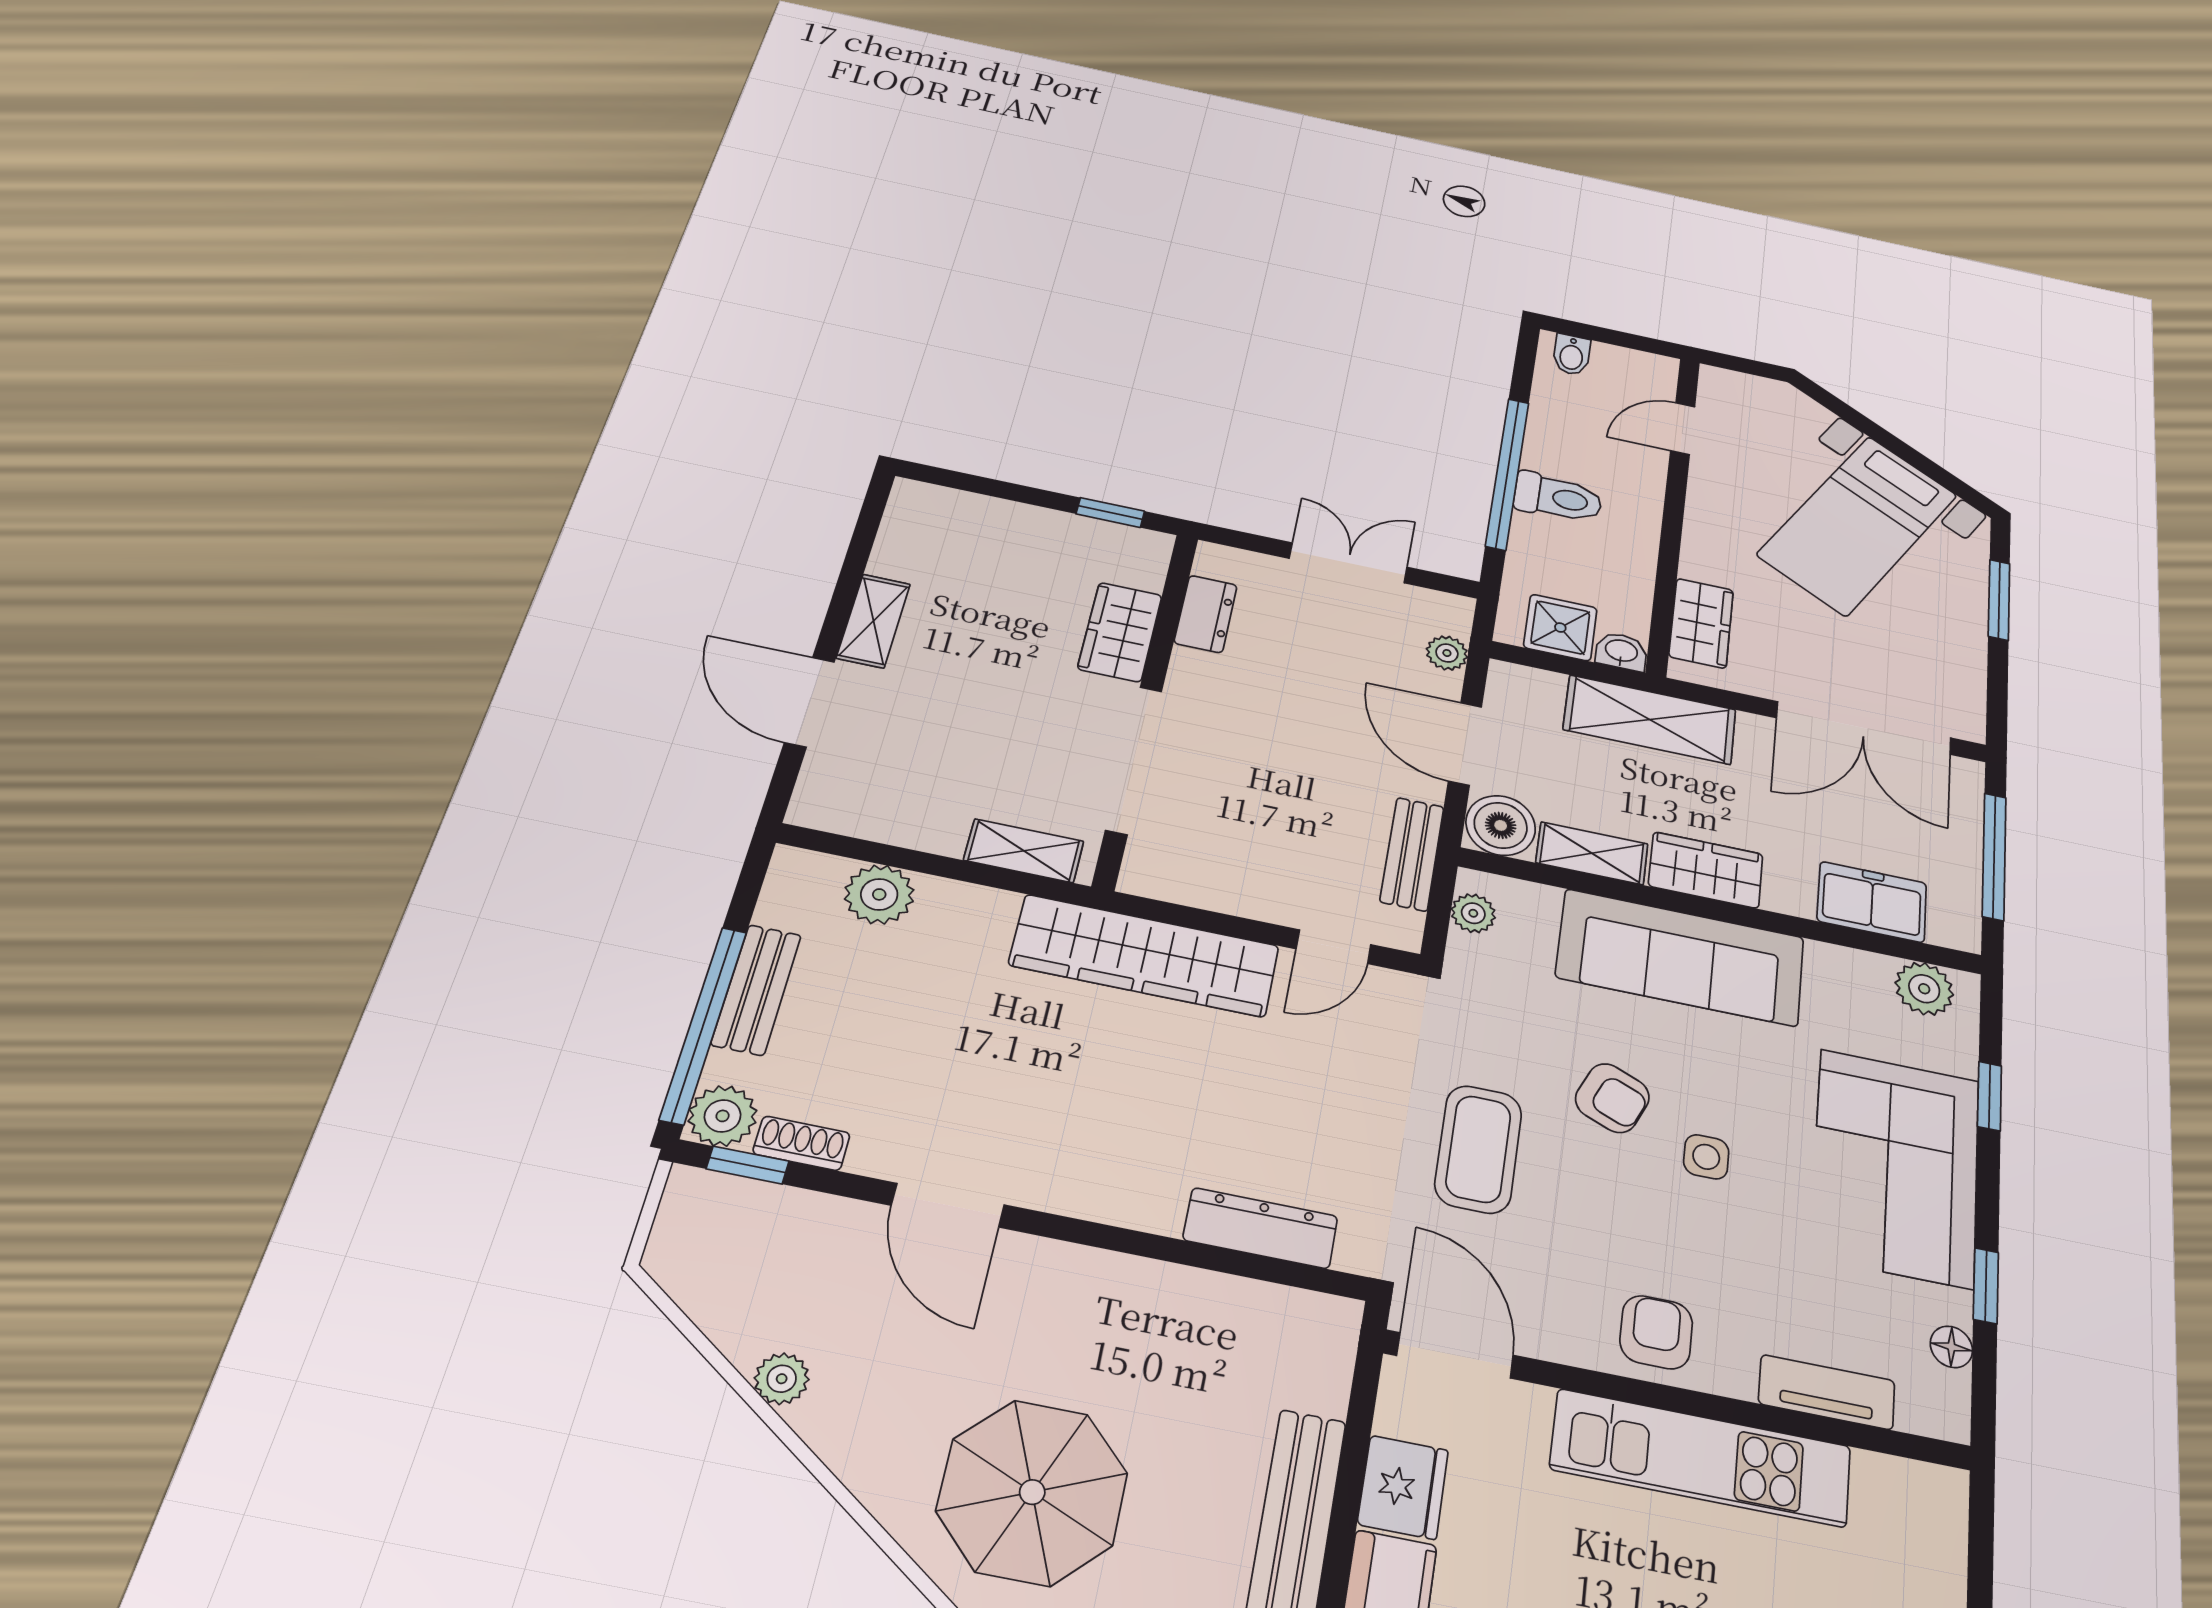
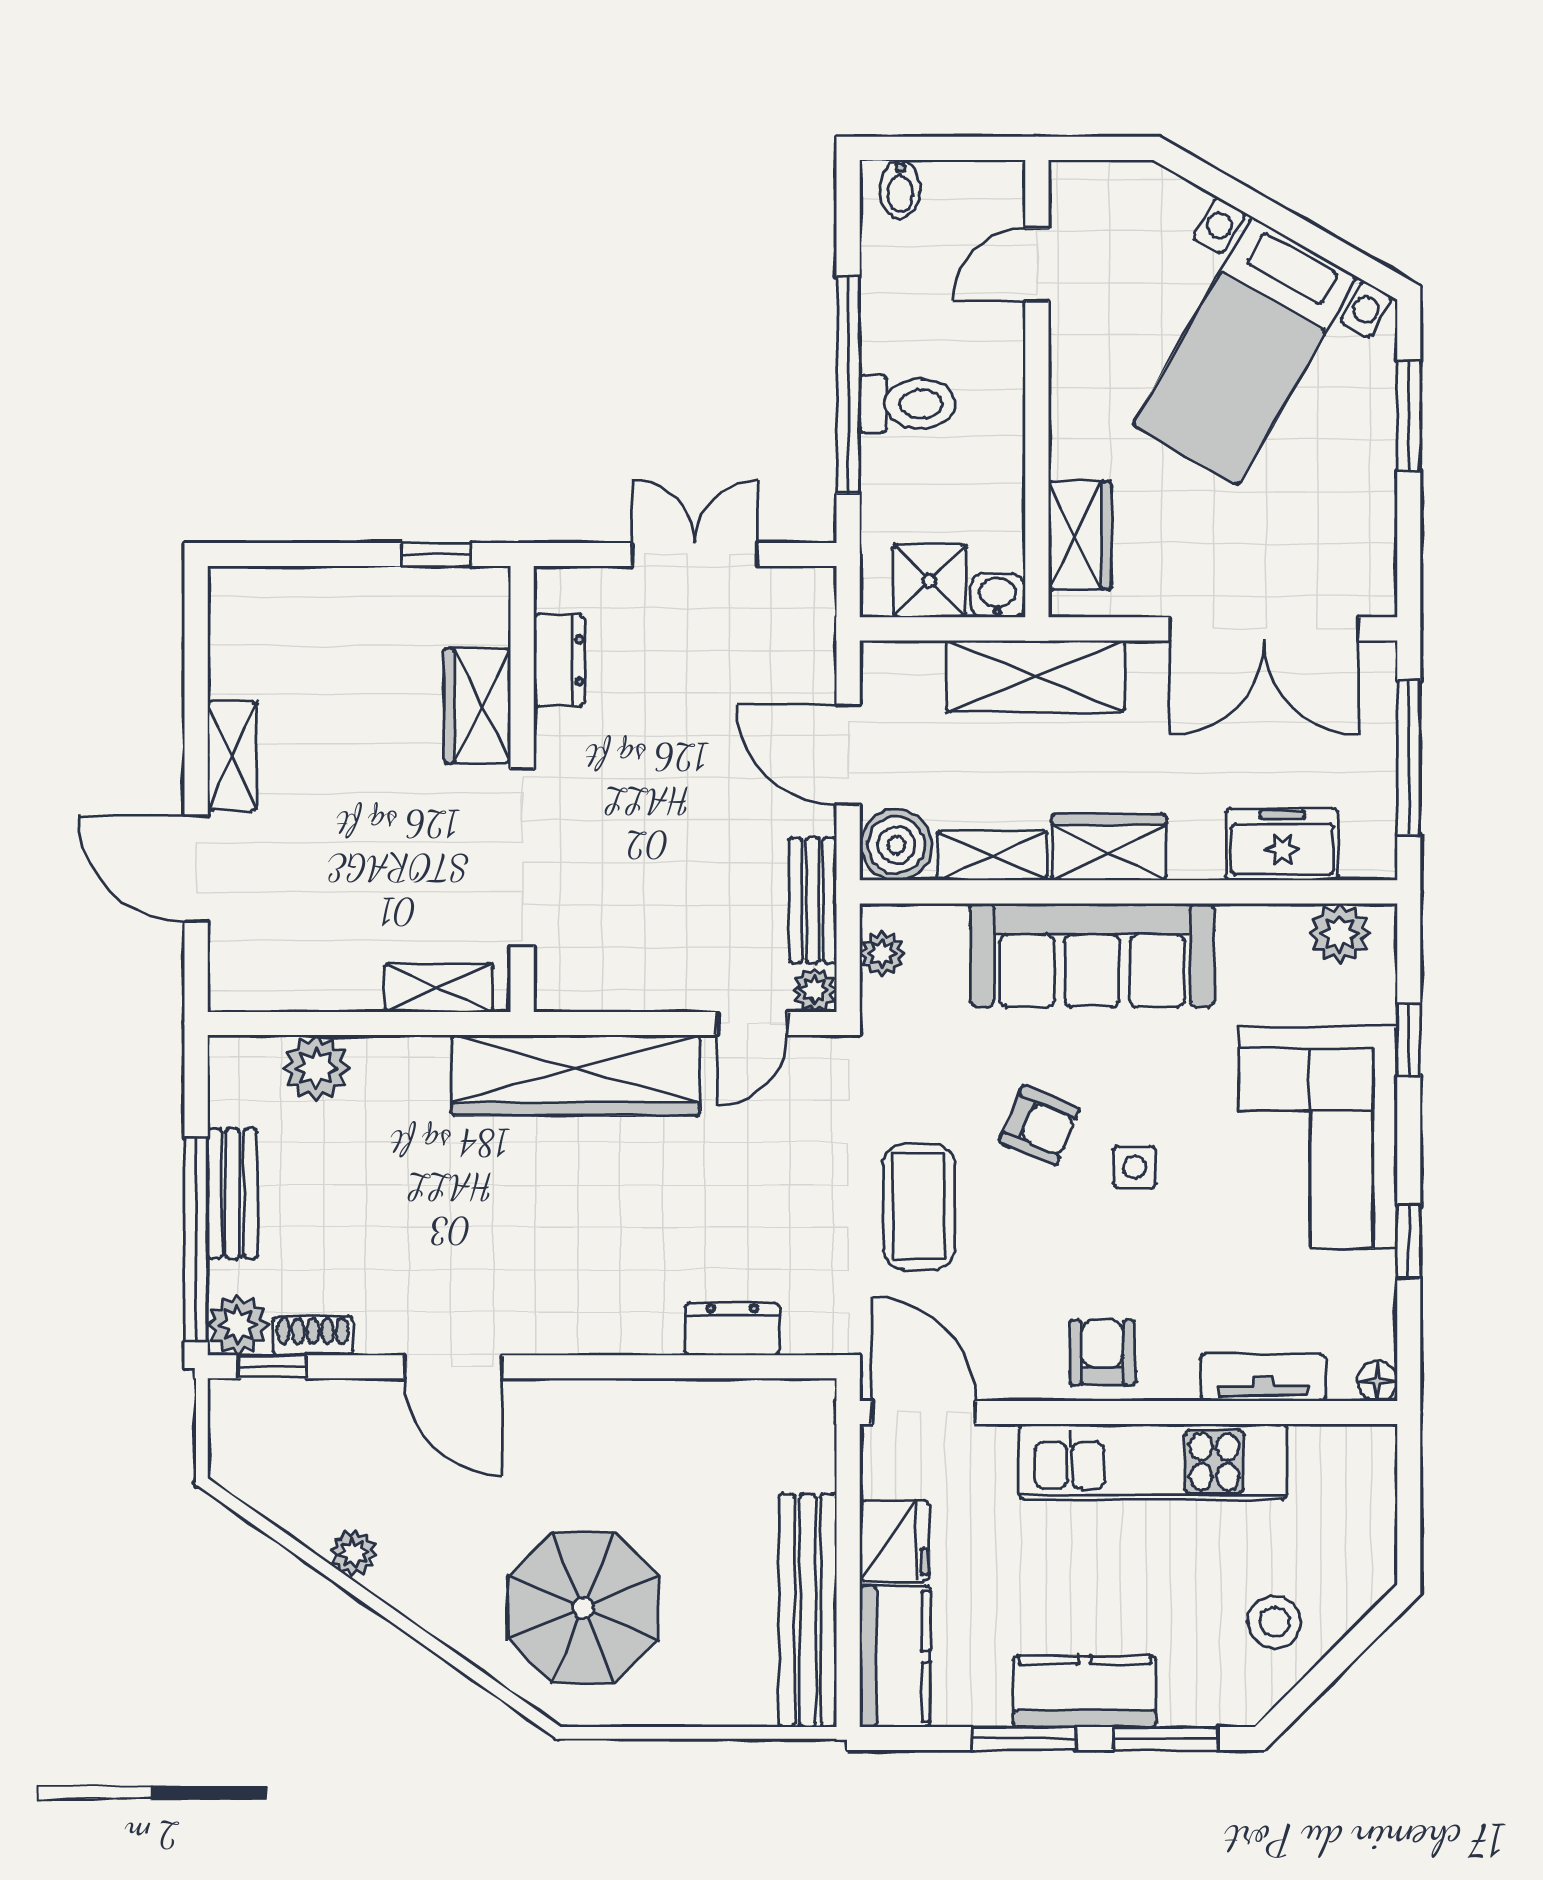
plant: (1447, 653) -> (815, 990), moved
dresser: (1260, 1228) -> (732, 1329), width x0.70
floor lamp: (1951, 1347) -> (1377, 1381), moved

